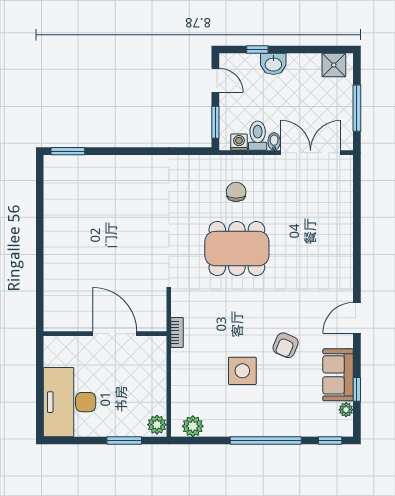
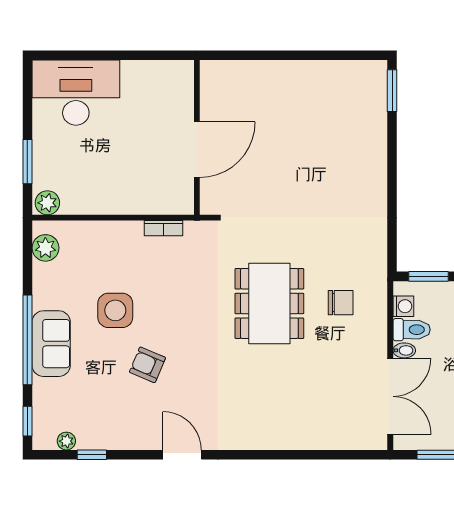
wall: (105, 334) -> (197, 137), moved
door: (115, 334) -> (197, 150), moved
sofa: (338, 375) -> (51, 344), moved, turned 90

